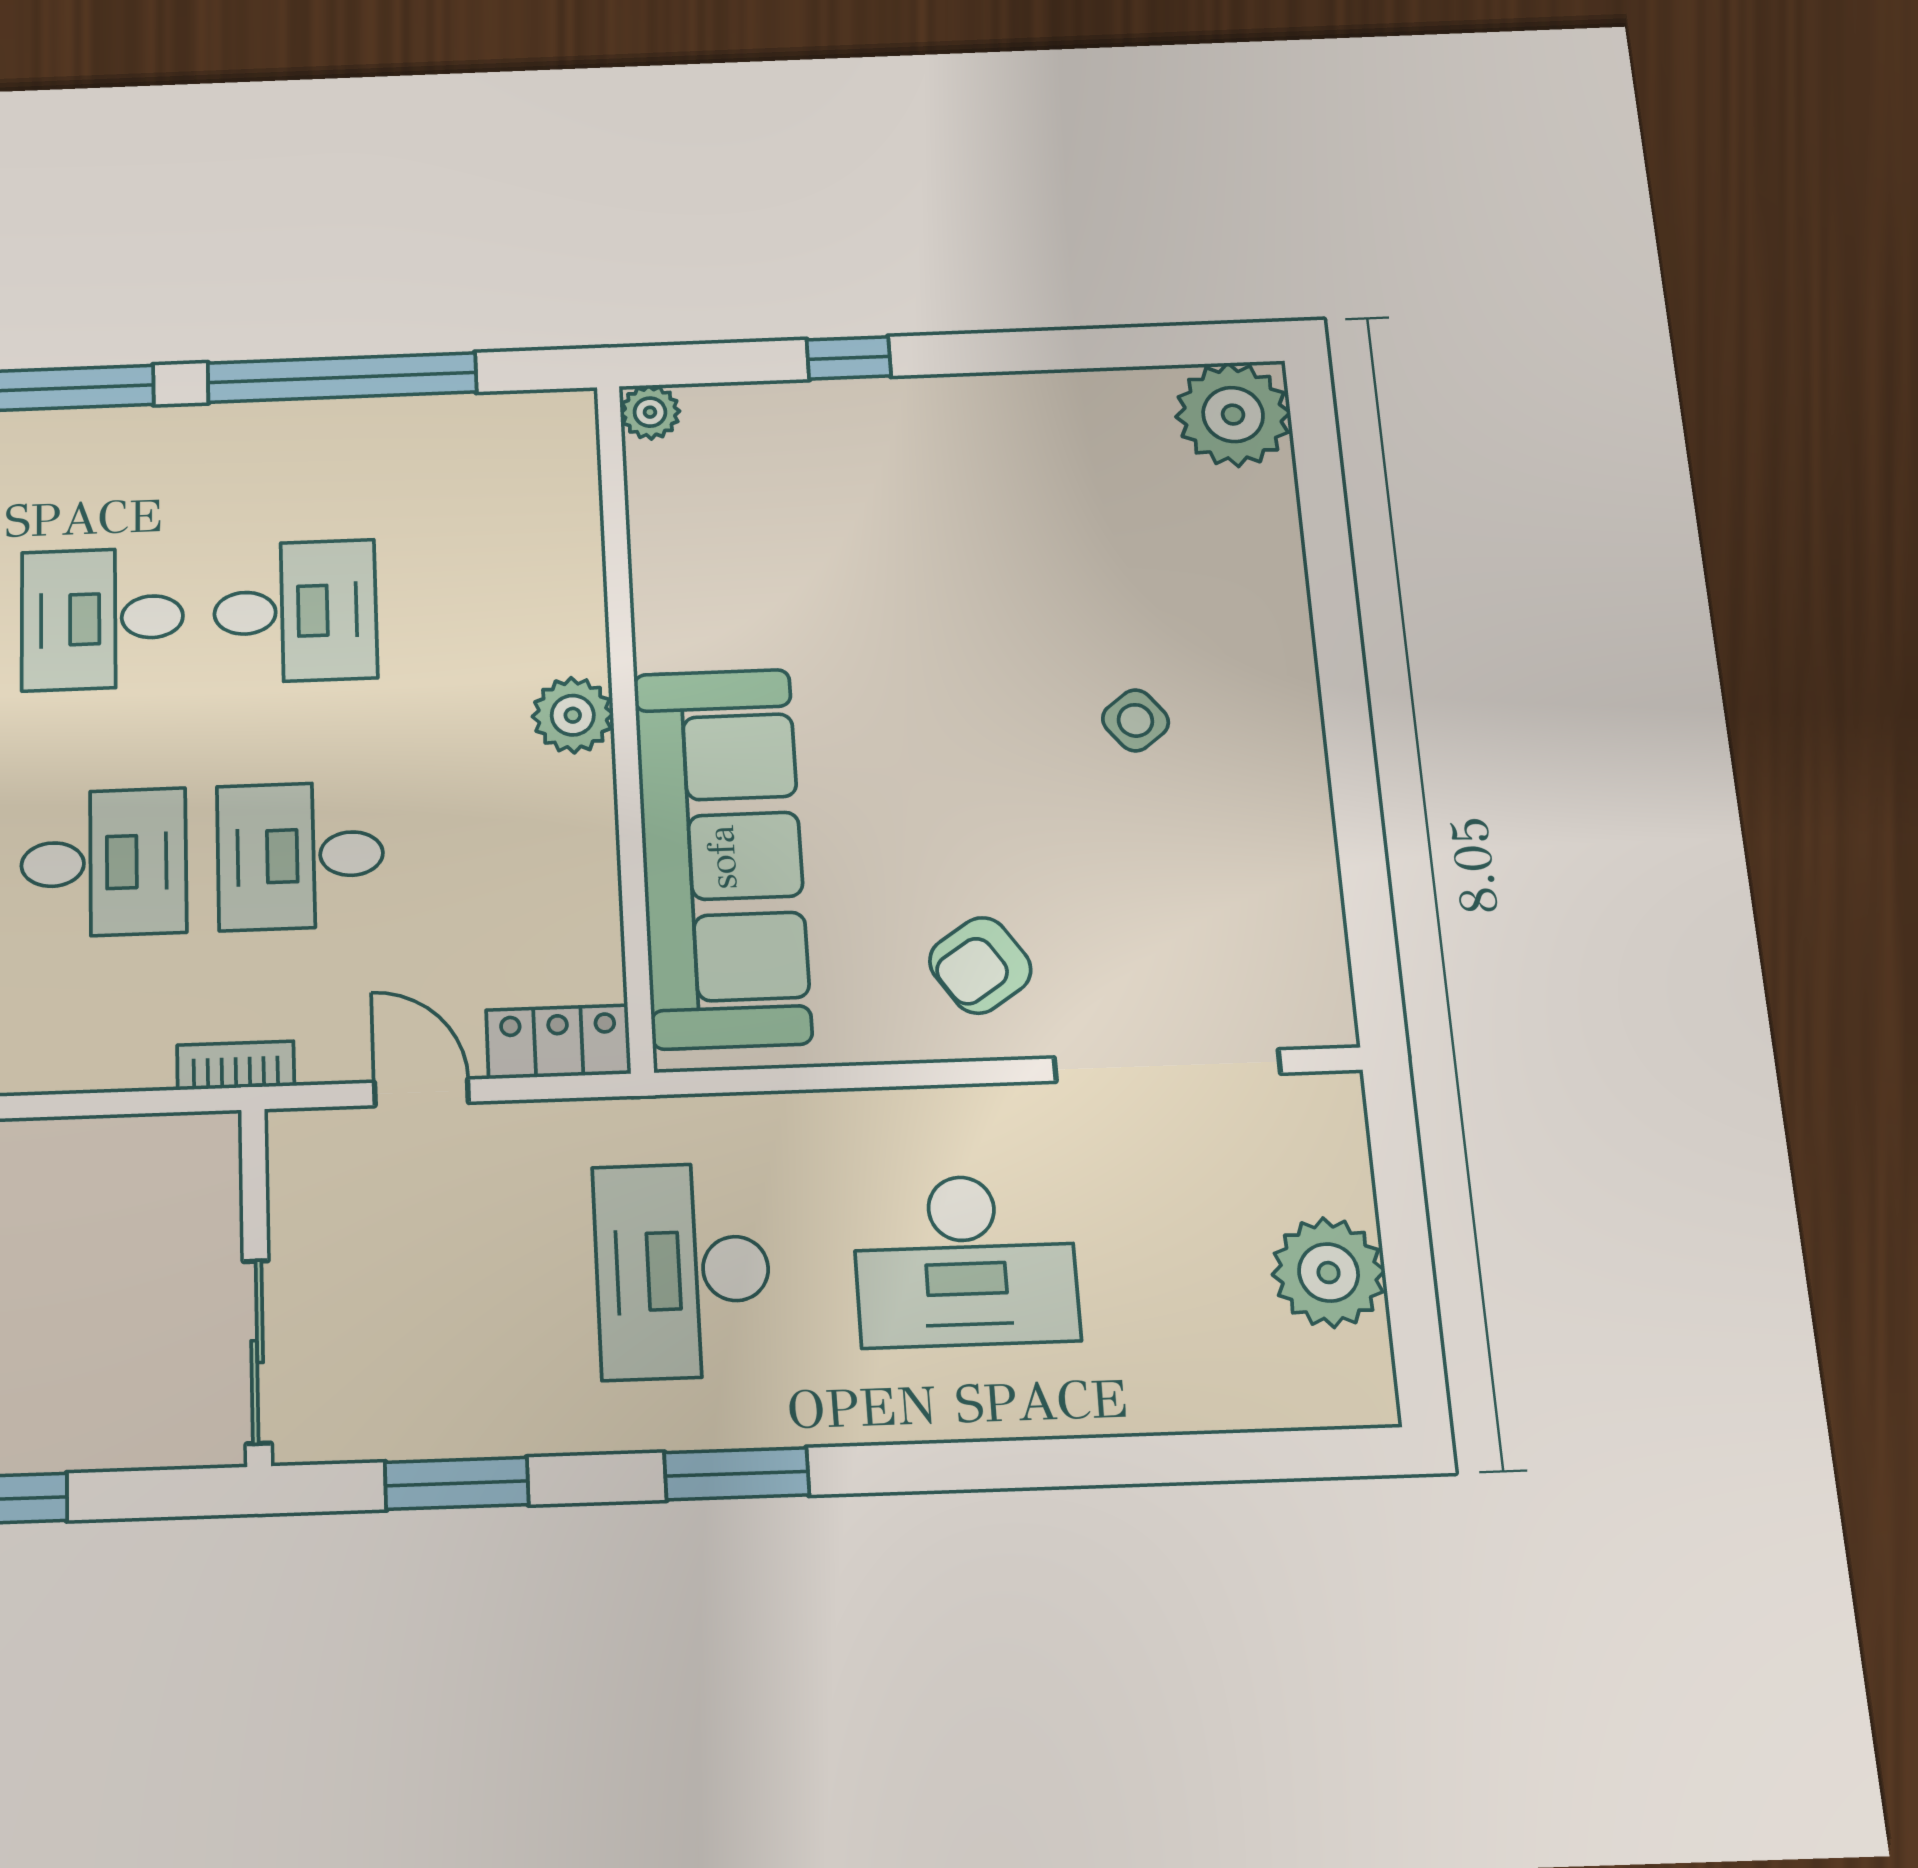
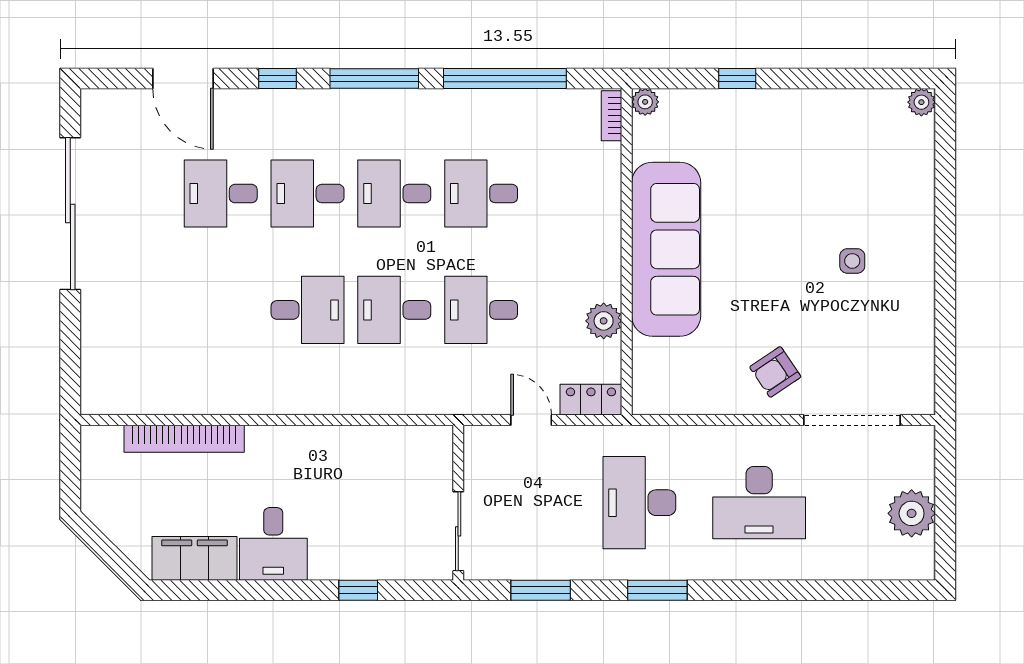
plant: (1233, 415) -> (921, 102), width x0.53, depth x0.53
desk: (295, 611) -> (481, 194), turned 180
plant: (573, 715) -> (604, 321), moved
side table: (1135, 720) -> (852, 261), turned 38
sofa: (722, 857) -> (666, 249), moved
desk: (104, 863) -> (394, 310), turned 180
bookcase: (236, 1065) -> (612, 116), moved, turned -90

